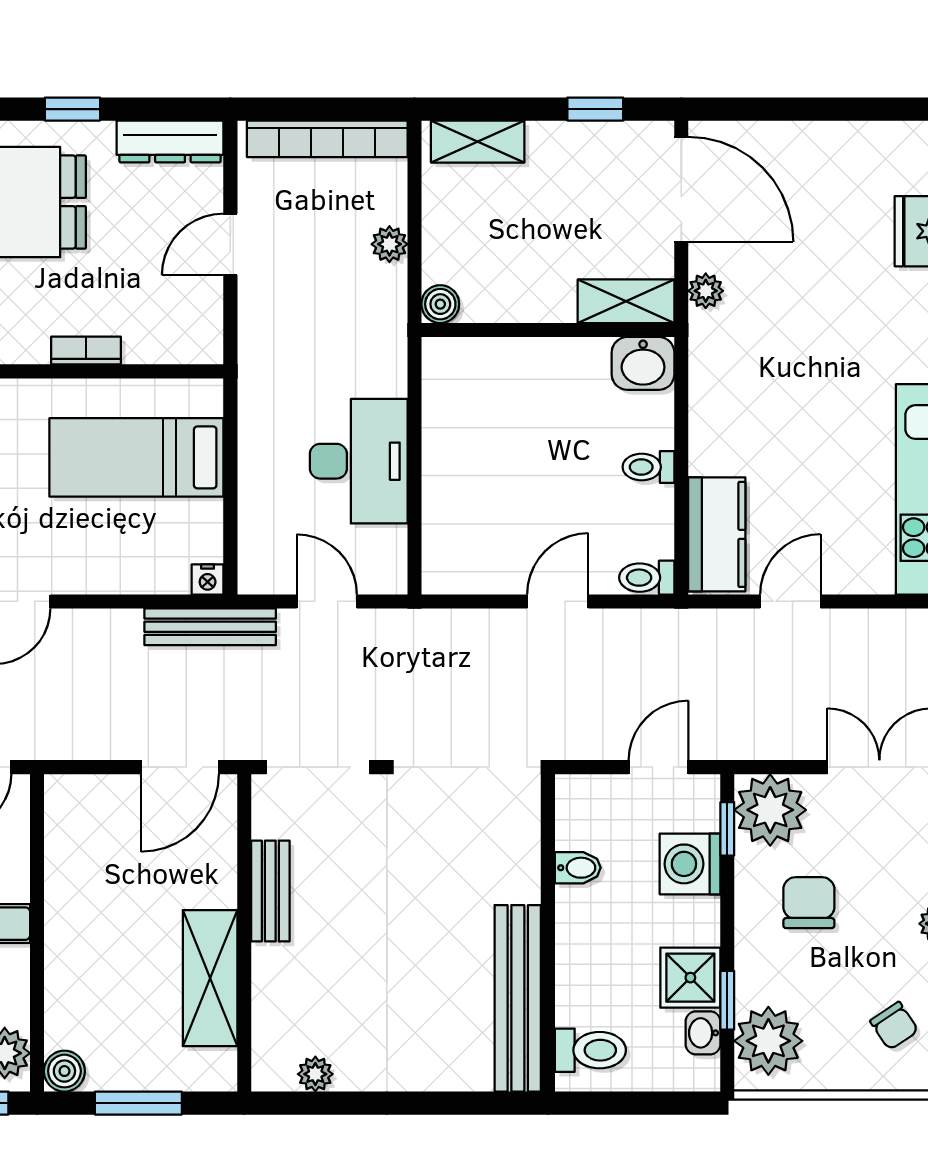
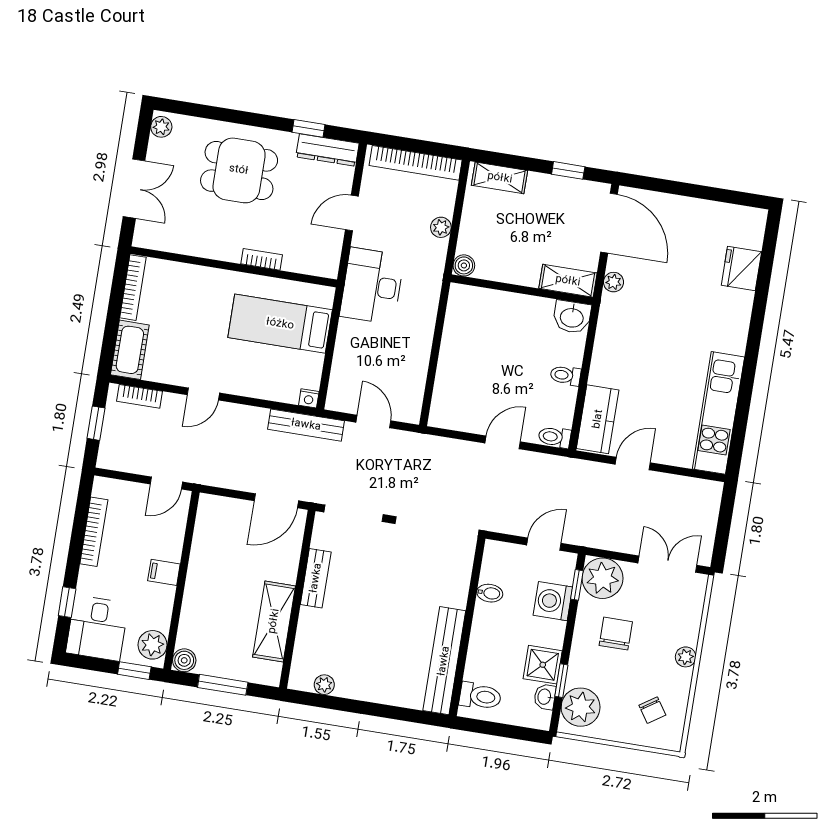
window: (73, 109) -> (309, 128), moved
desk: (359, 461) -> (372, 286), moved, turned 180

